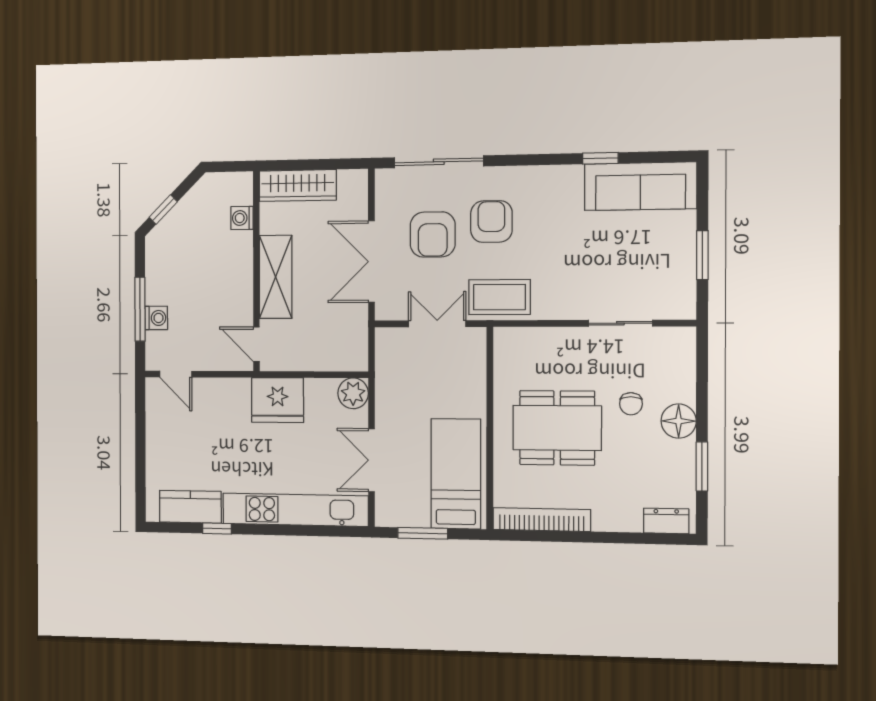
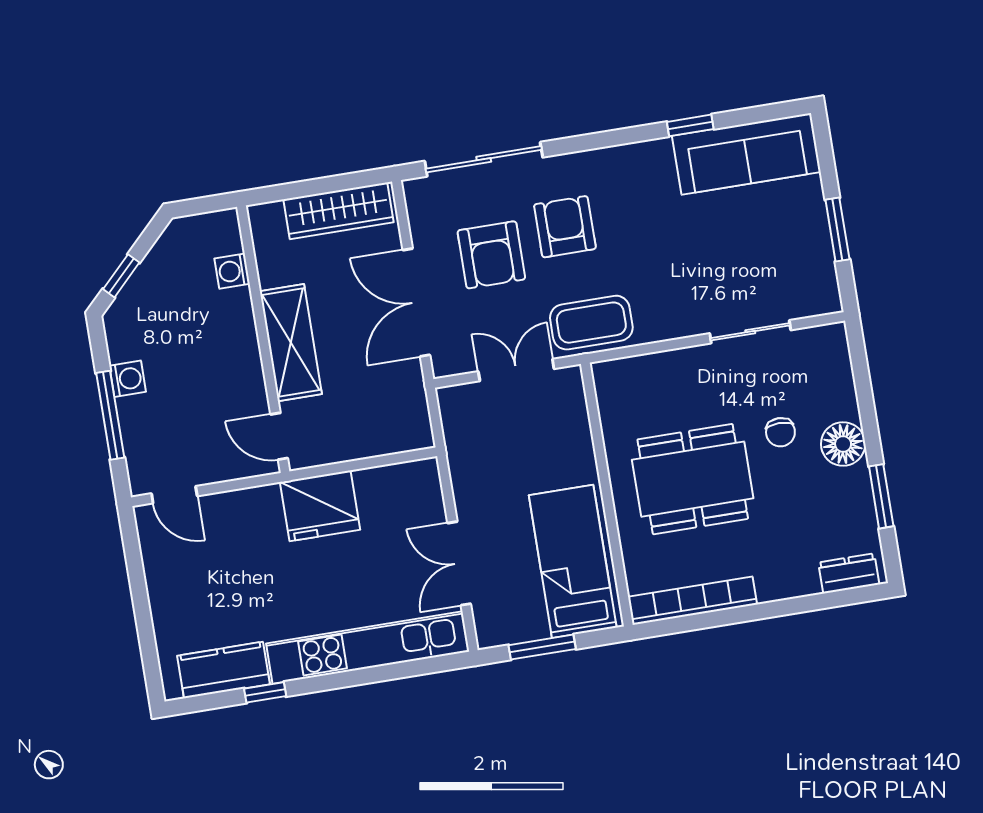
wardrobe: (298, 186) -> (339, 211), moved
washing machine: (156, 318) -> (128, 379), moved
plant: (353, 393) -> (420, 480), removed

